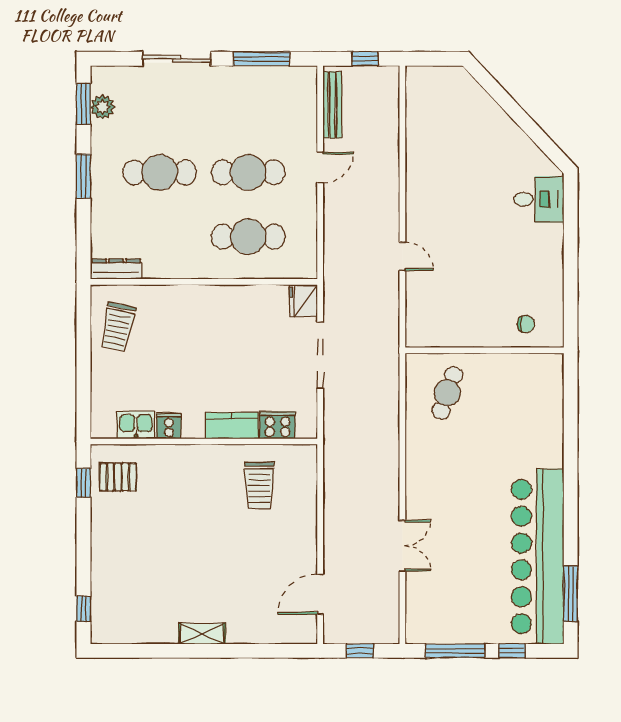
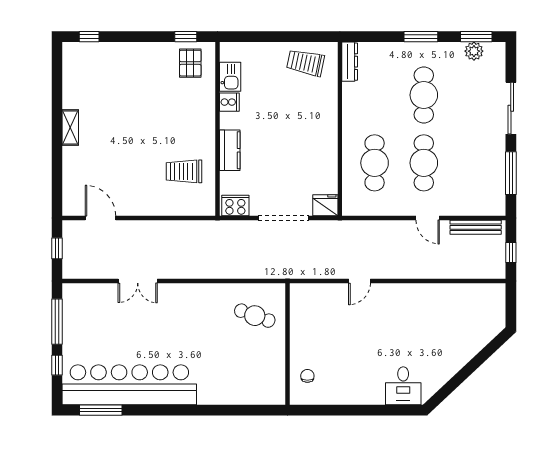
chair: (526, 324) -> (307, 376), turned 180
cooker: (278, 425) -> (235, 206), moved, turned -90

